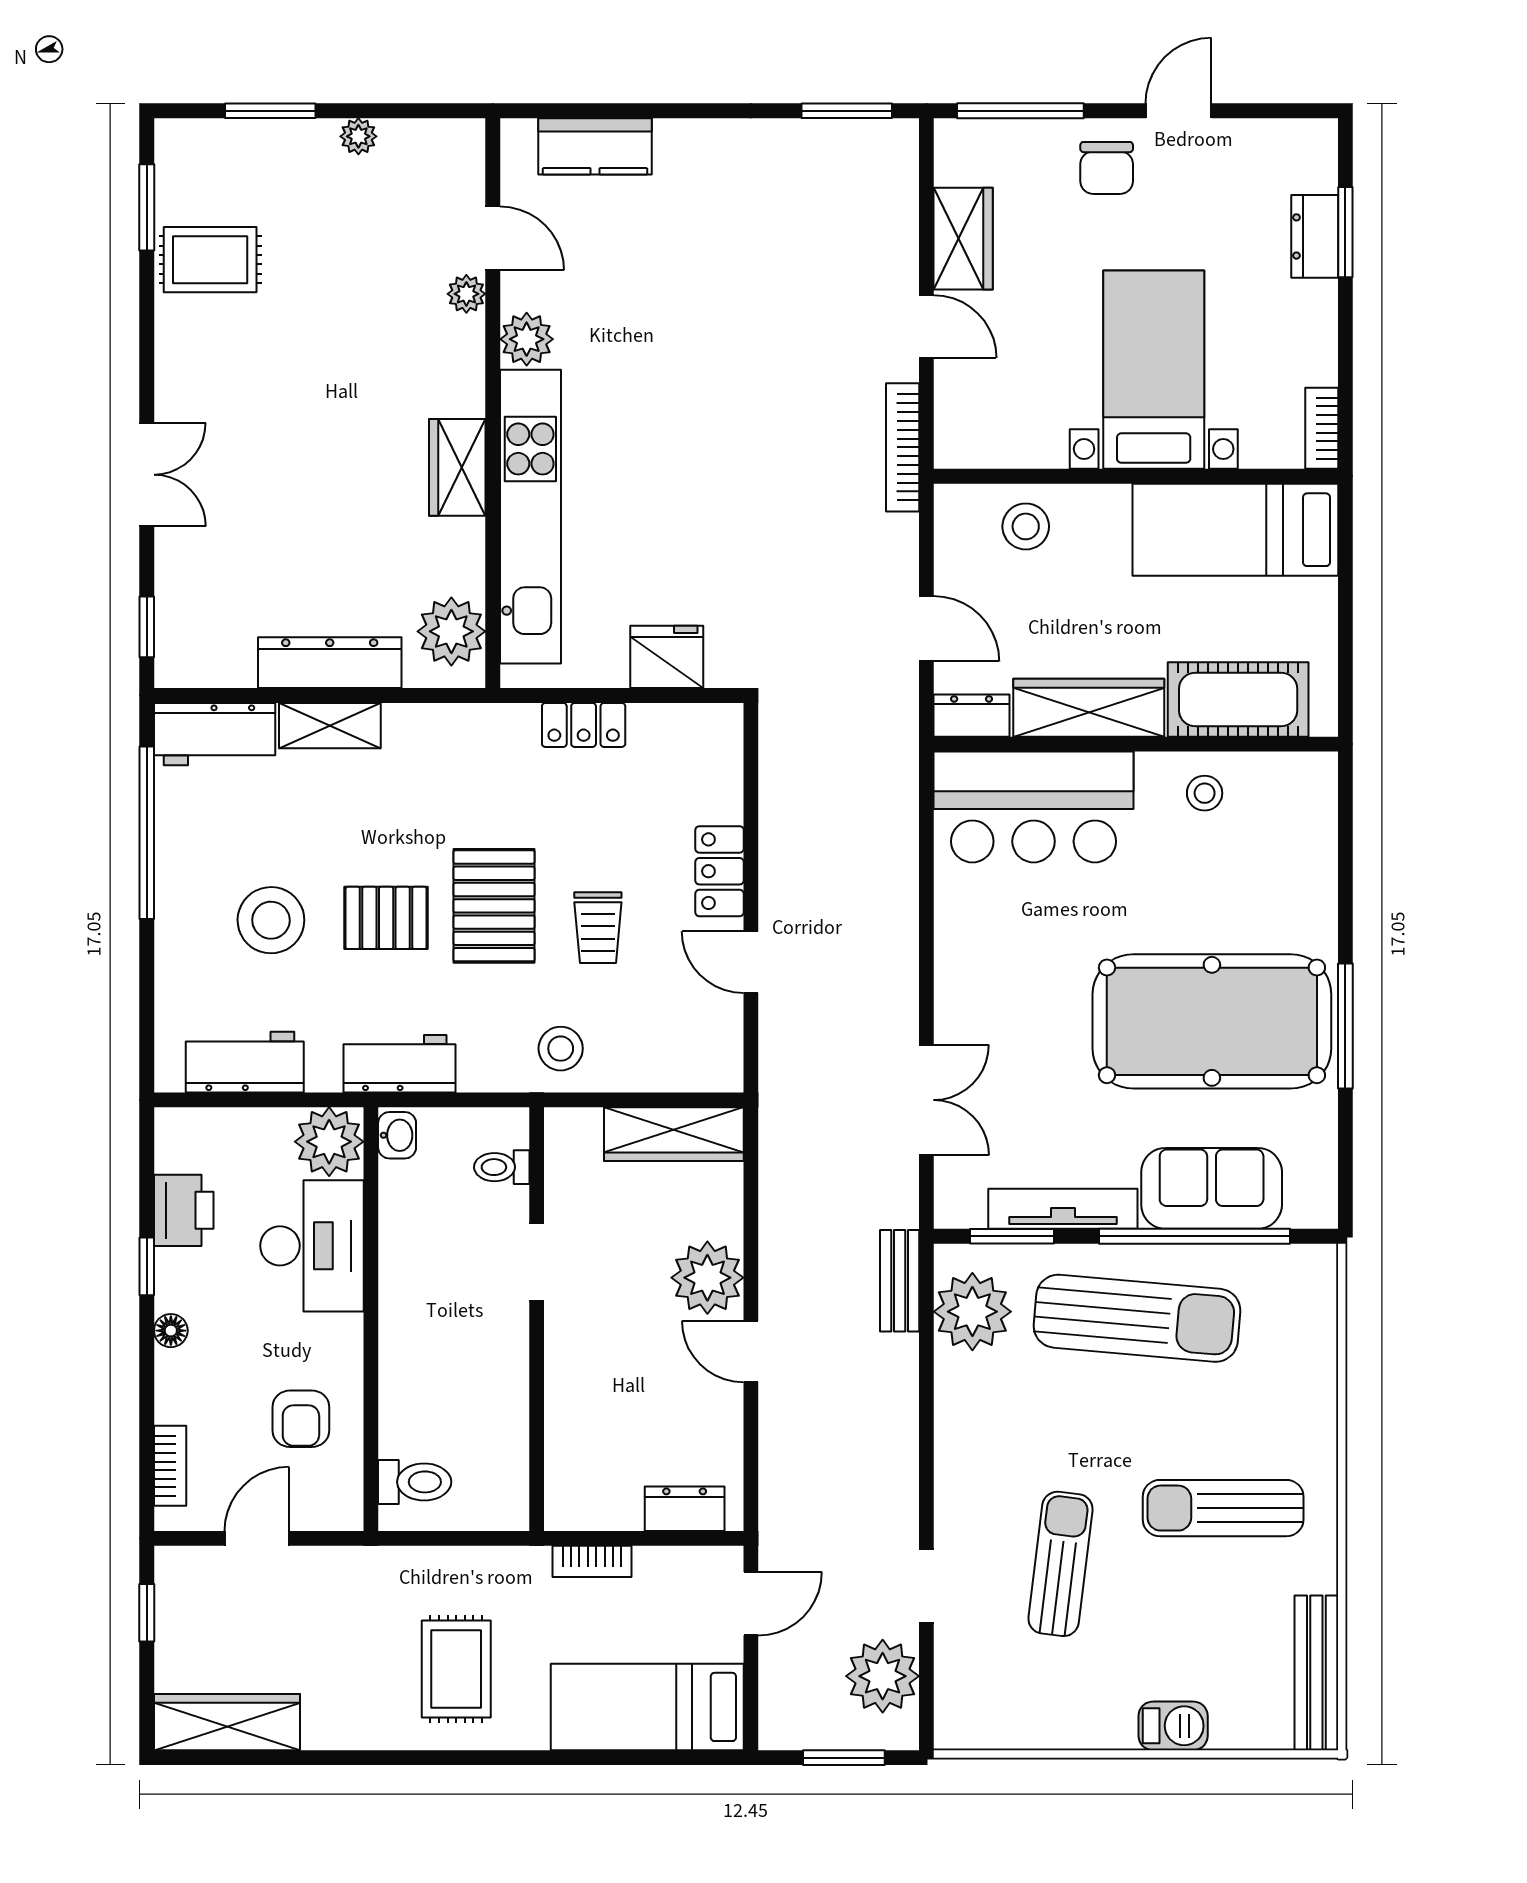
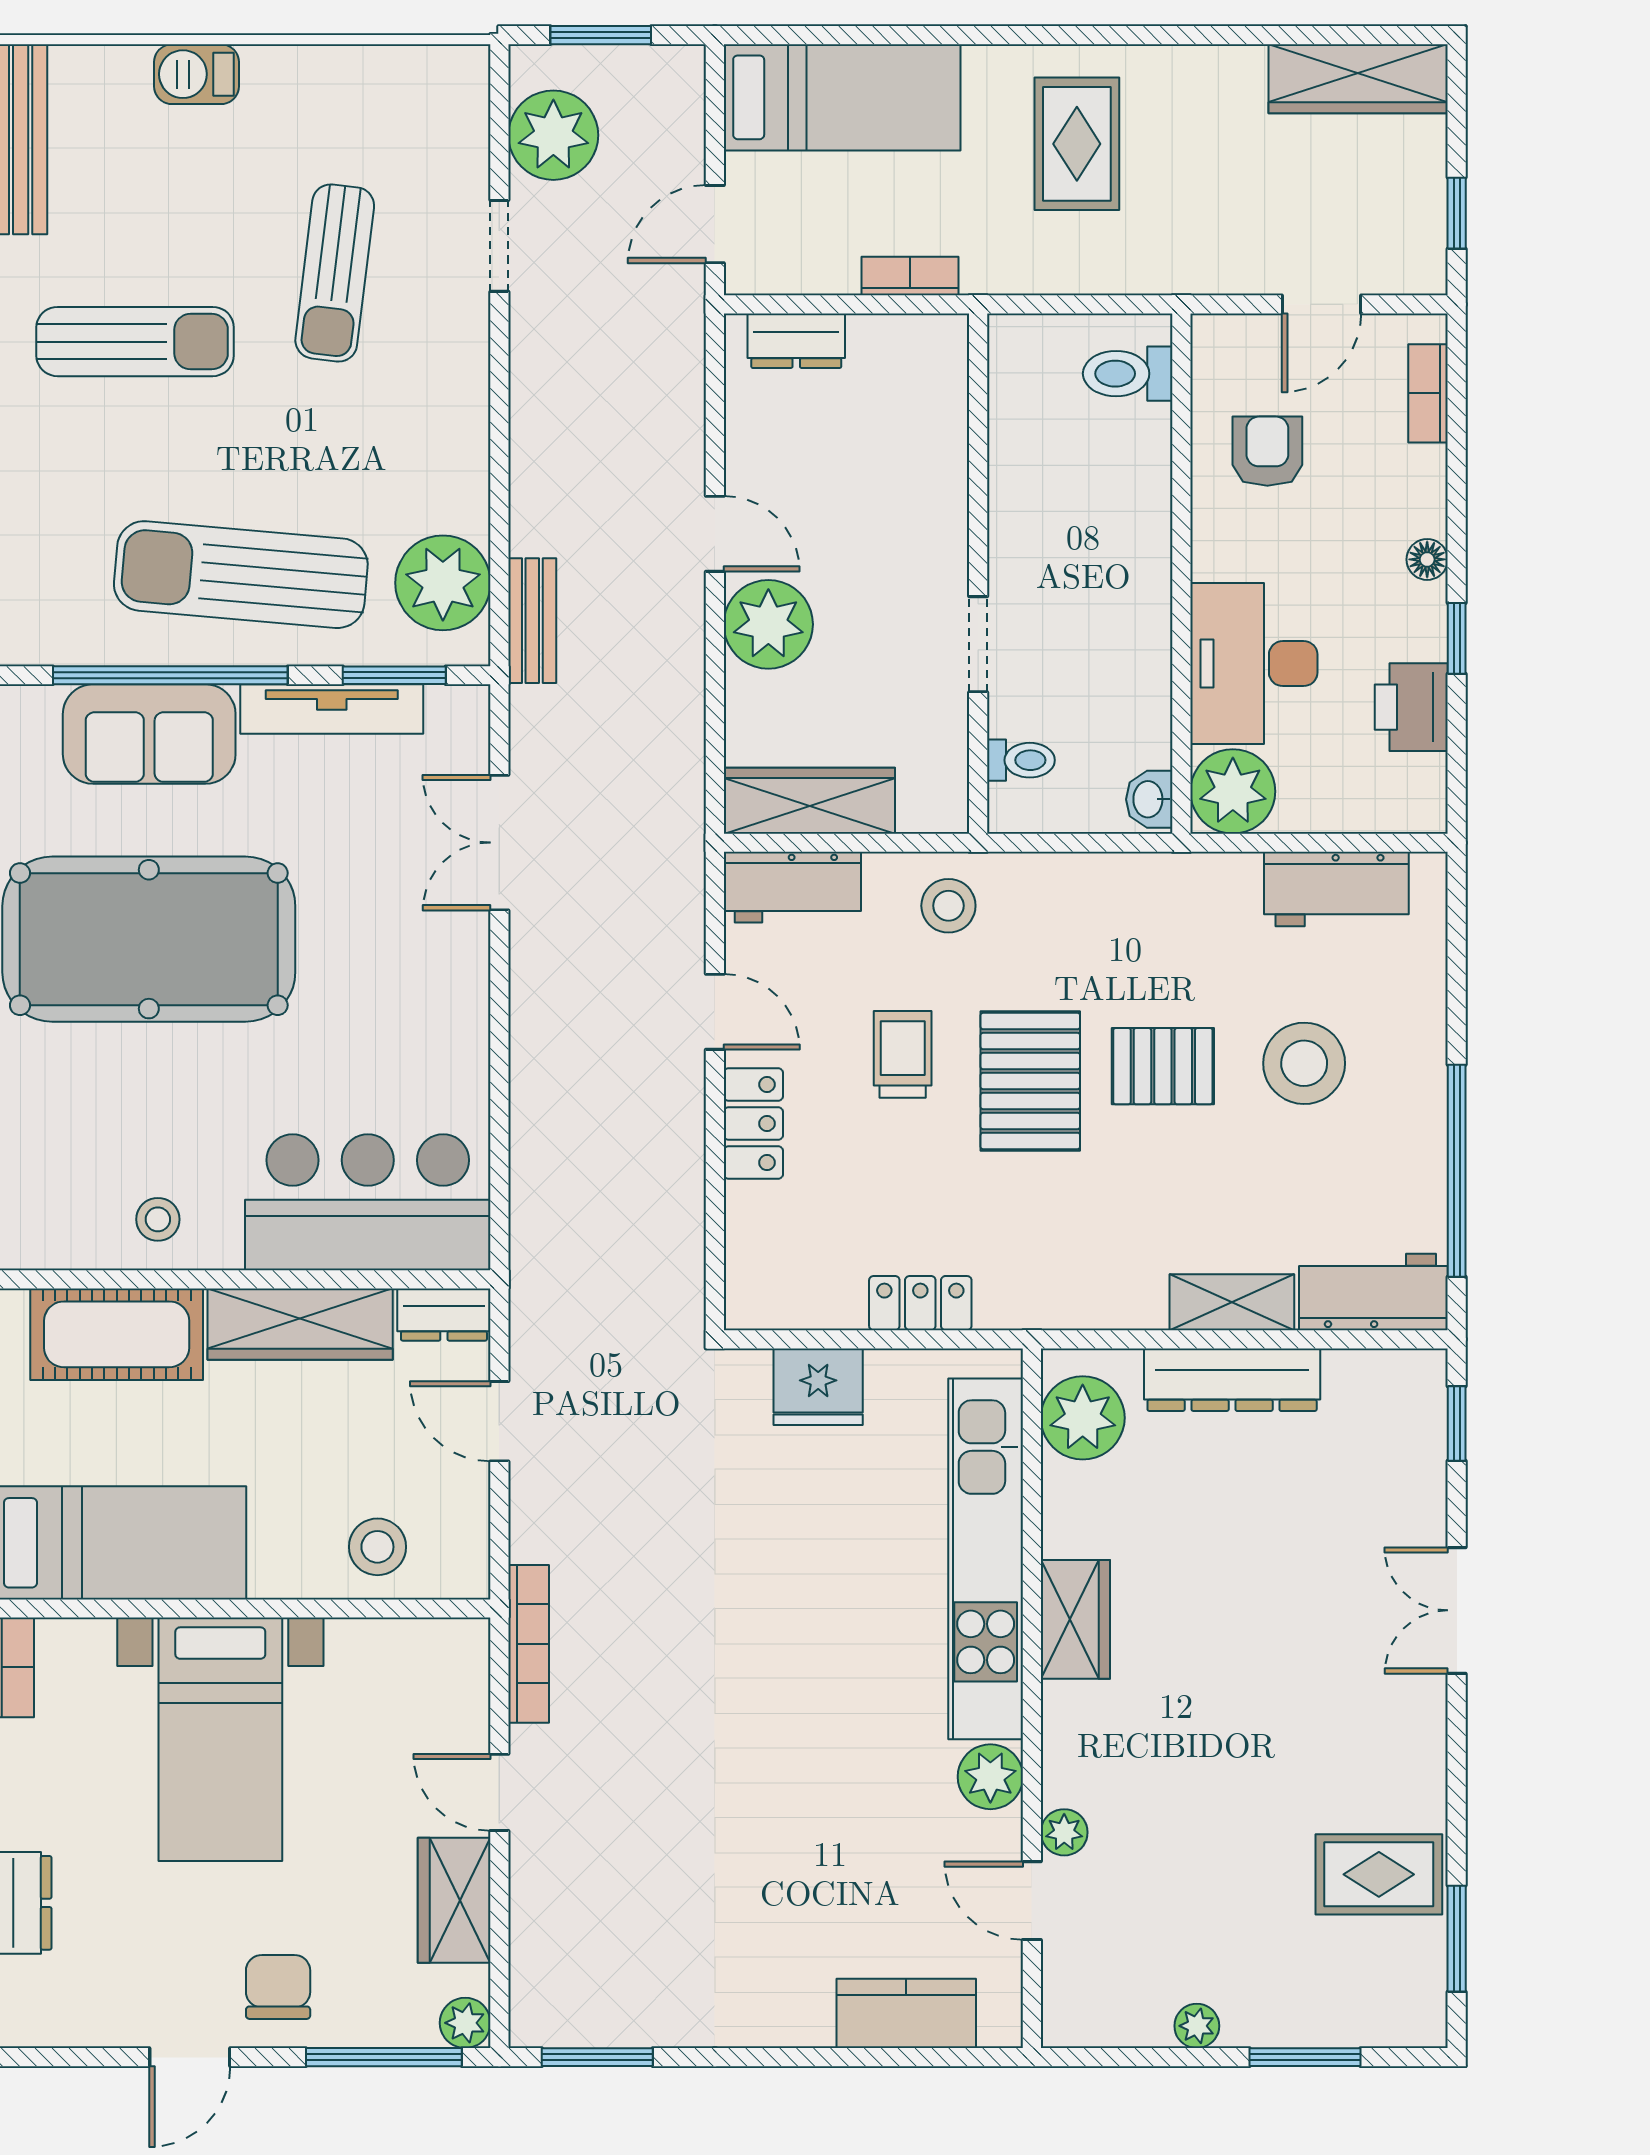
plant: (954, 139) -> (465, 2023), added
workbench: (400, 1064) -> (792, 887), moved

